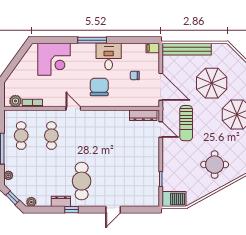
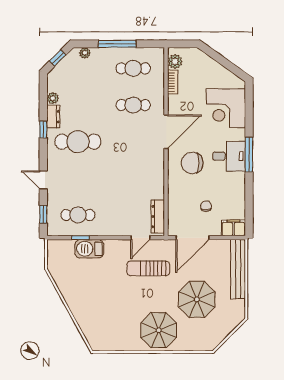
filing cabinet: (153, 48) -> (233, 228), width x2.00
desk: (109, 56) -> (229, 156), moved
chair: (99, 87) -> (192, 163), turned 180
door: (73, 108) -> (166, 132), width x1.88
round table: (215, 165) -> (98, 303), removed
cafe table: (142, 181) -> (78, 215), added
barbecue: (174, 199) -> (89, 249), moved, turned 90
plant: (31, 202) -> (53, 98), moved
window: (141, 210) -> (43, 214), added

